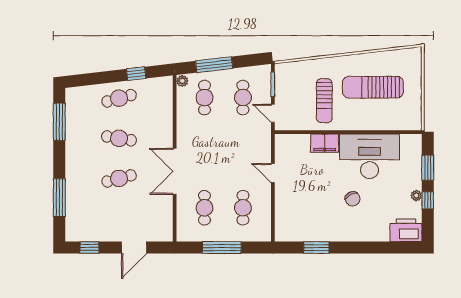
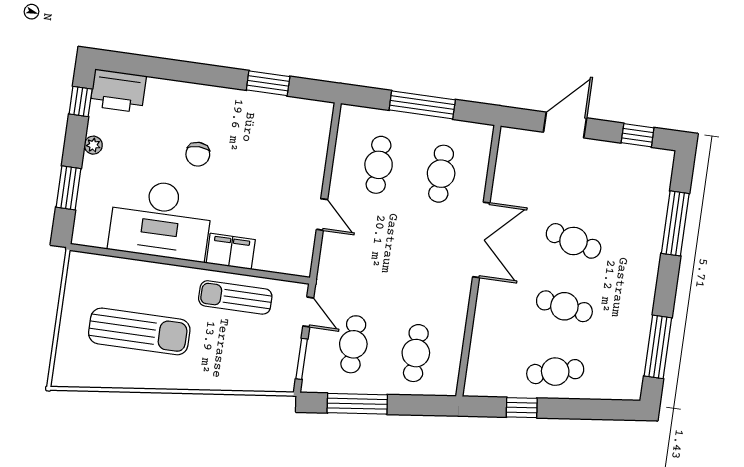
window: (214, 65) -> (357, 404), moved
plant: (182, 81) -> (448, 385), removed
sun lounger: (324, 101) -> (235, 297), moved, turned -90
cafe table: (119, 178) -> (574, 241), turned 30
chair: (353, 199) -> (198, 154), turned -151
window: (428, 200) -> (81, 101), moved

